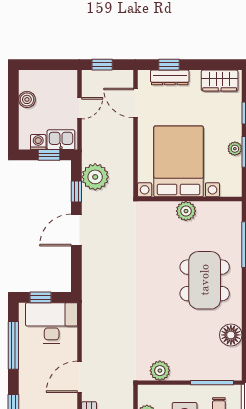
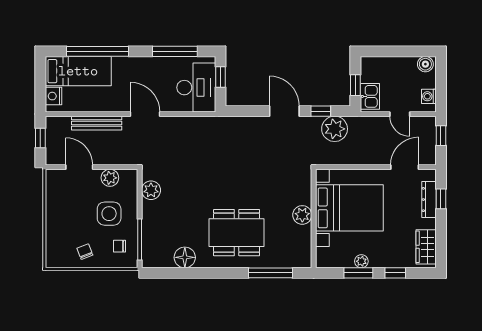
boiler: (27, 99) -> (425, 64), moved
washing machine: (38, 142) -> (429, 96), moved, turned 180

